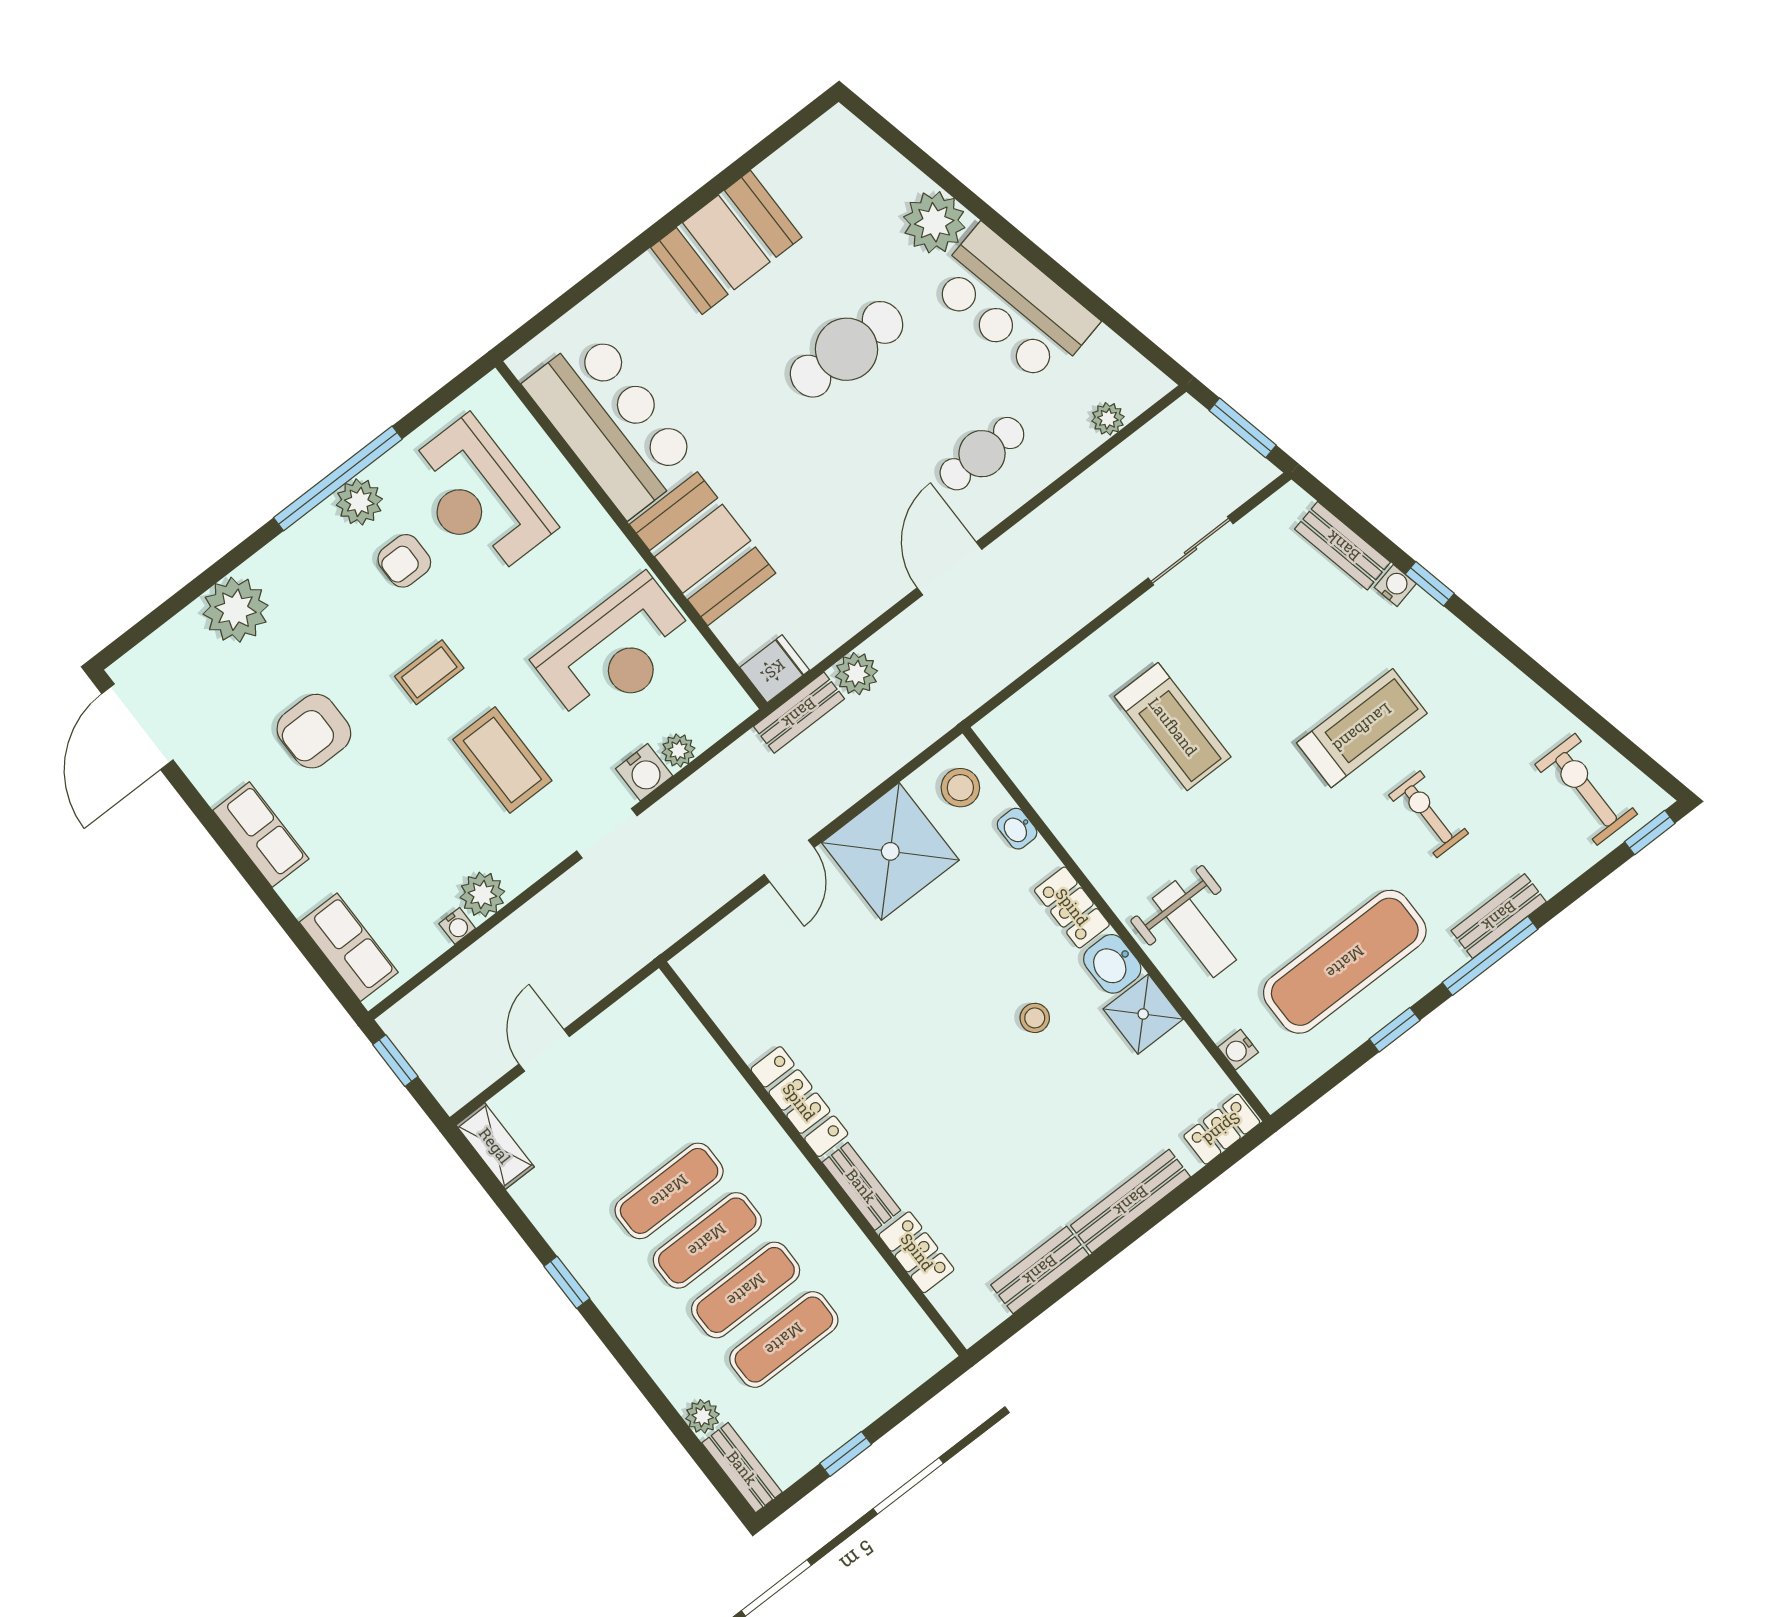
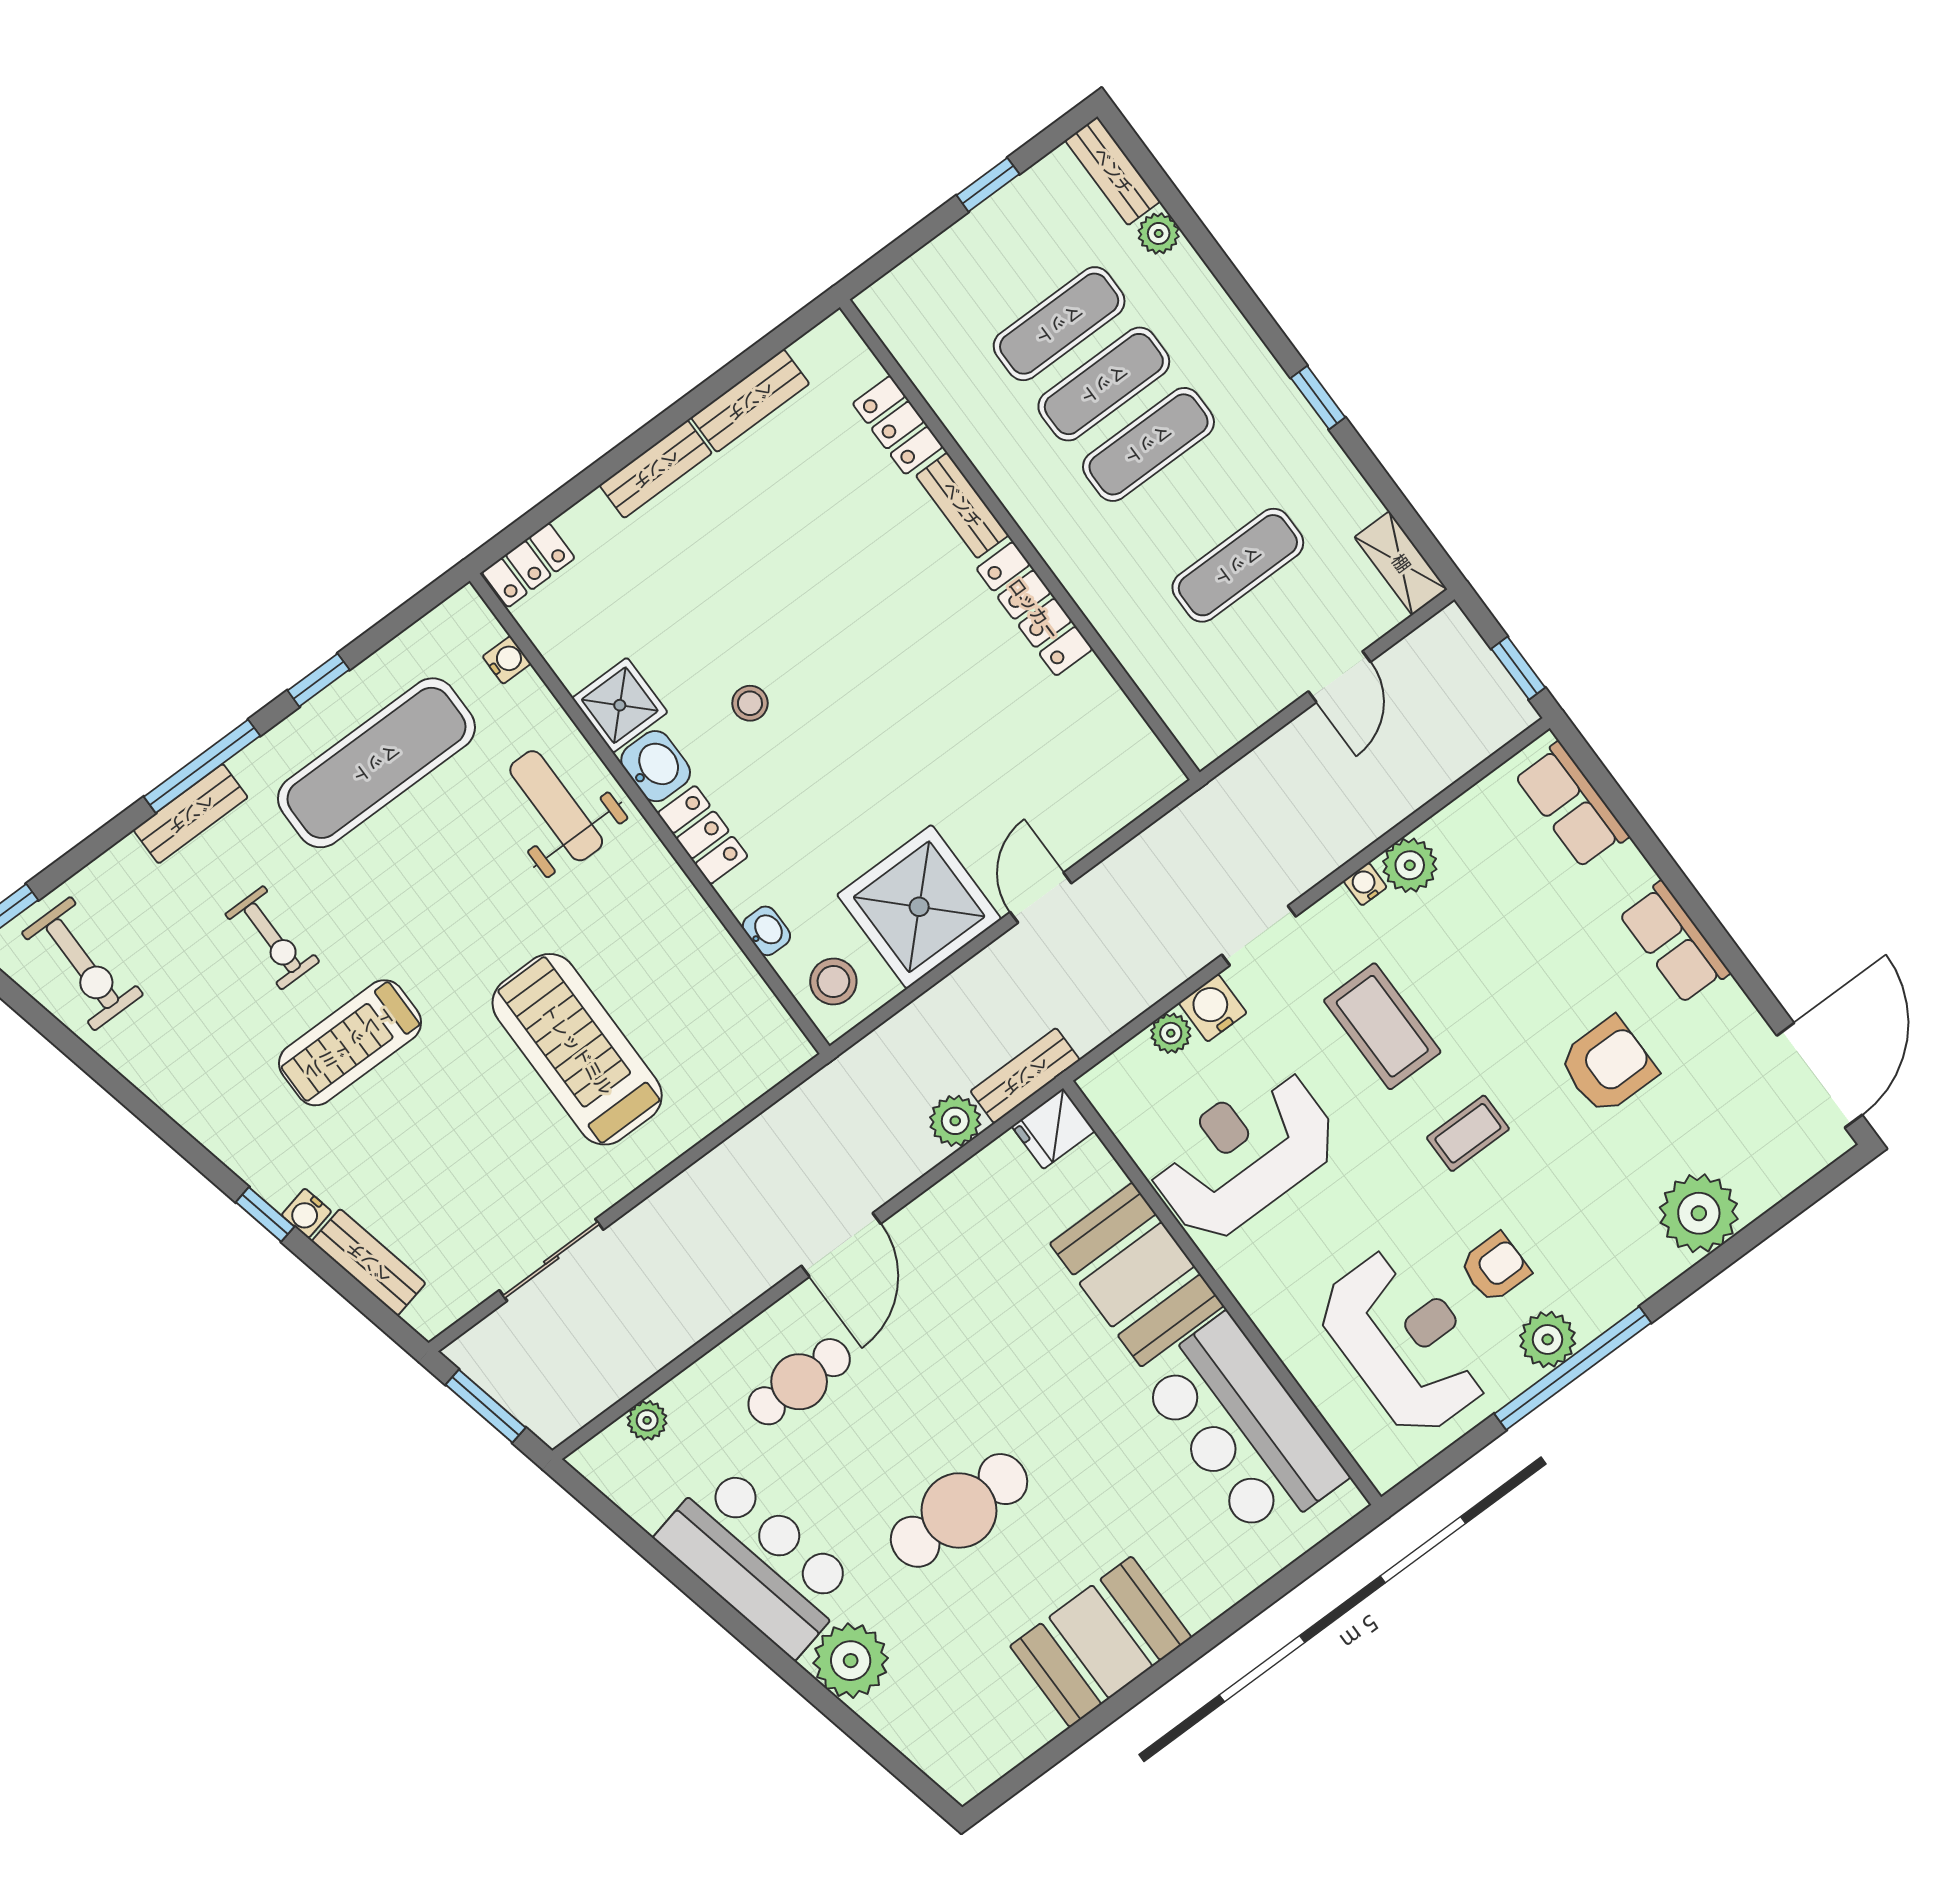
treadmill: (1173, 727) -> (577, 1049), width x1.37, depth x1.38
water cooler: (457, 926) -> (1365, 884), moved
exercise mat: (669, 1191) -> (1238, 565), moved
bench: (1131, 1201) -> (656, 469), width x0.73

